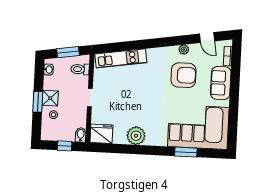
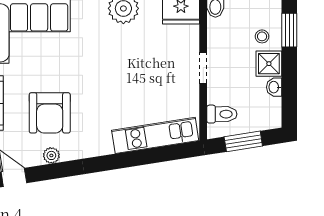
washbasin: (49, 70) -> (274, 87), moved
armchair: (183, 75) -> (50, 113), turned -90
window: (38, 102) -> (289, 30), moved

